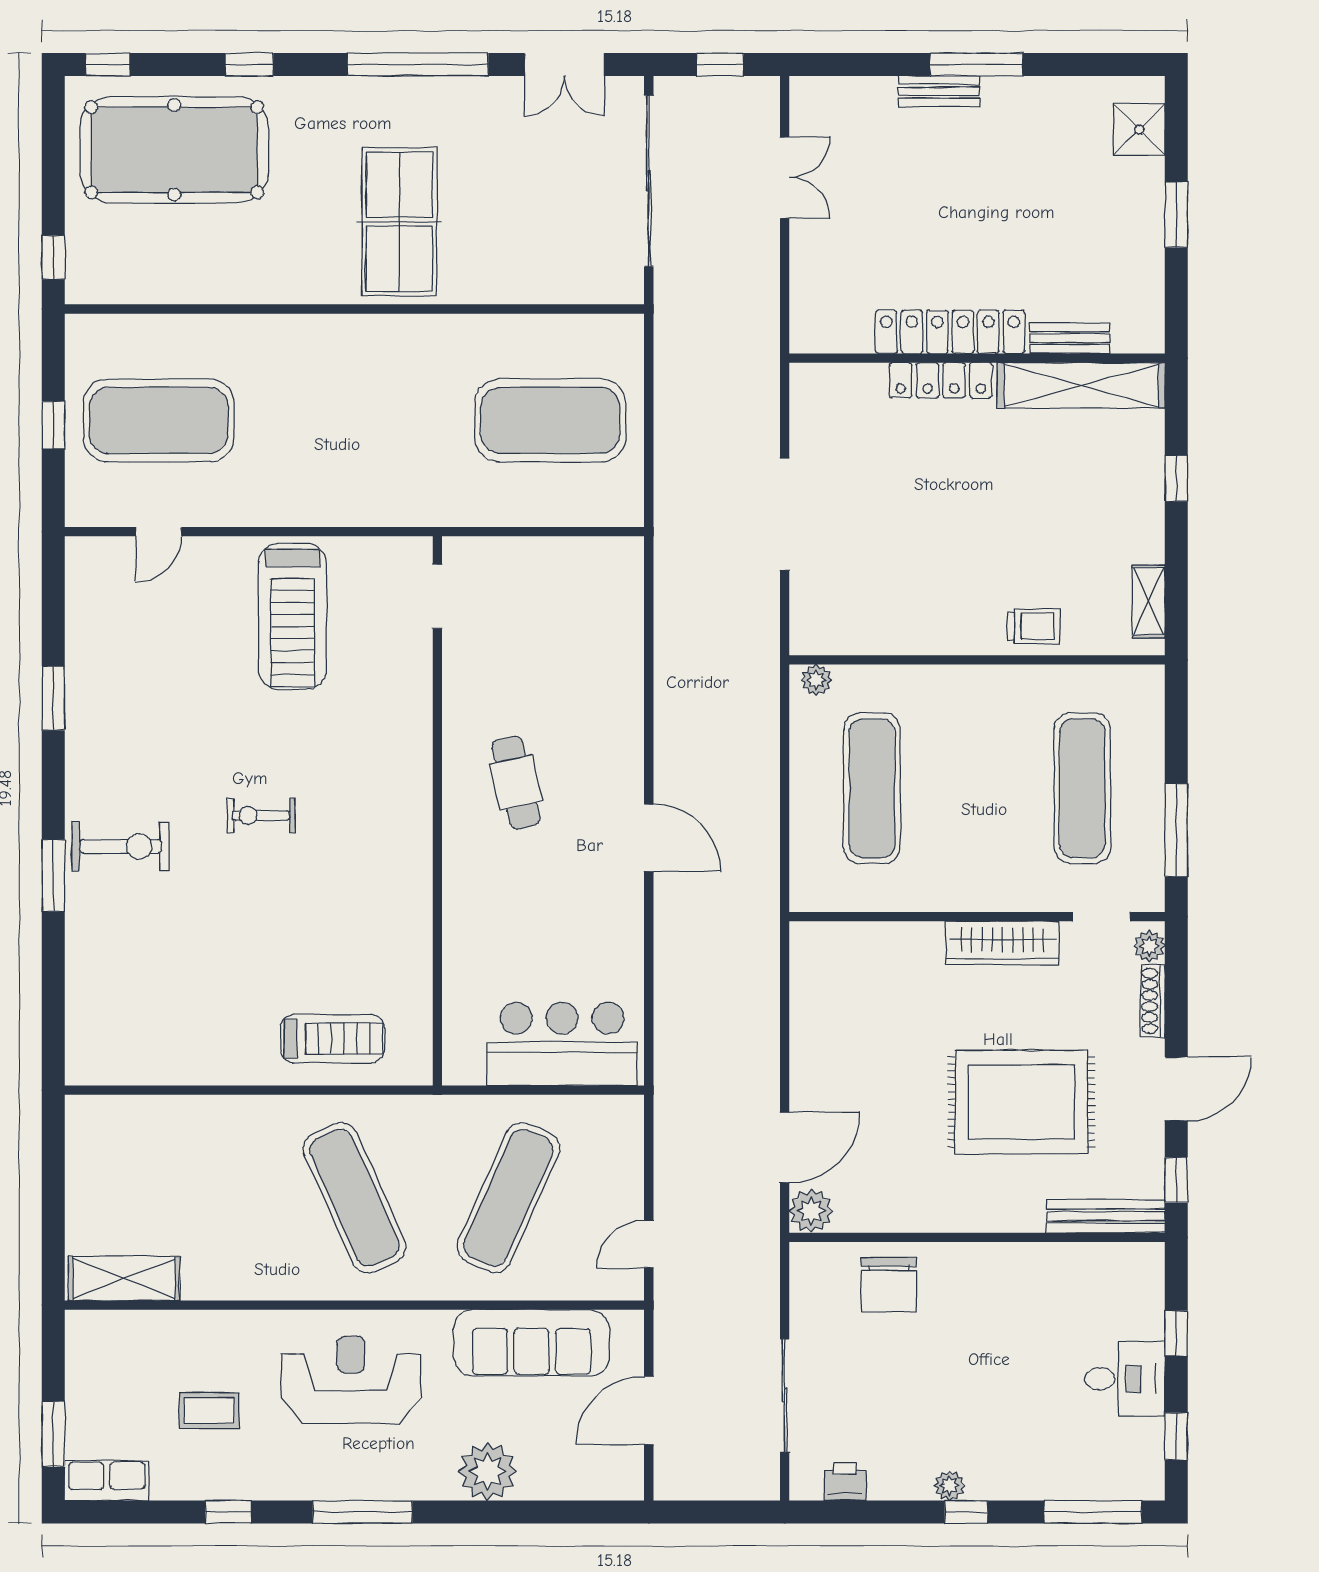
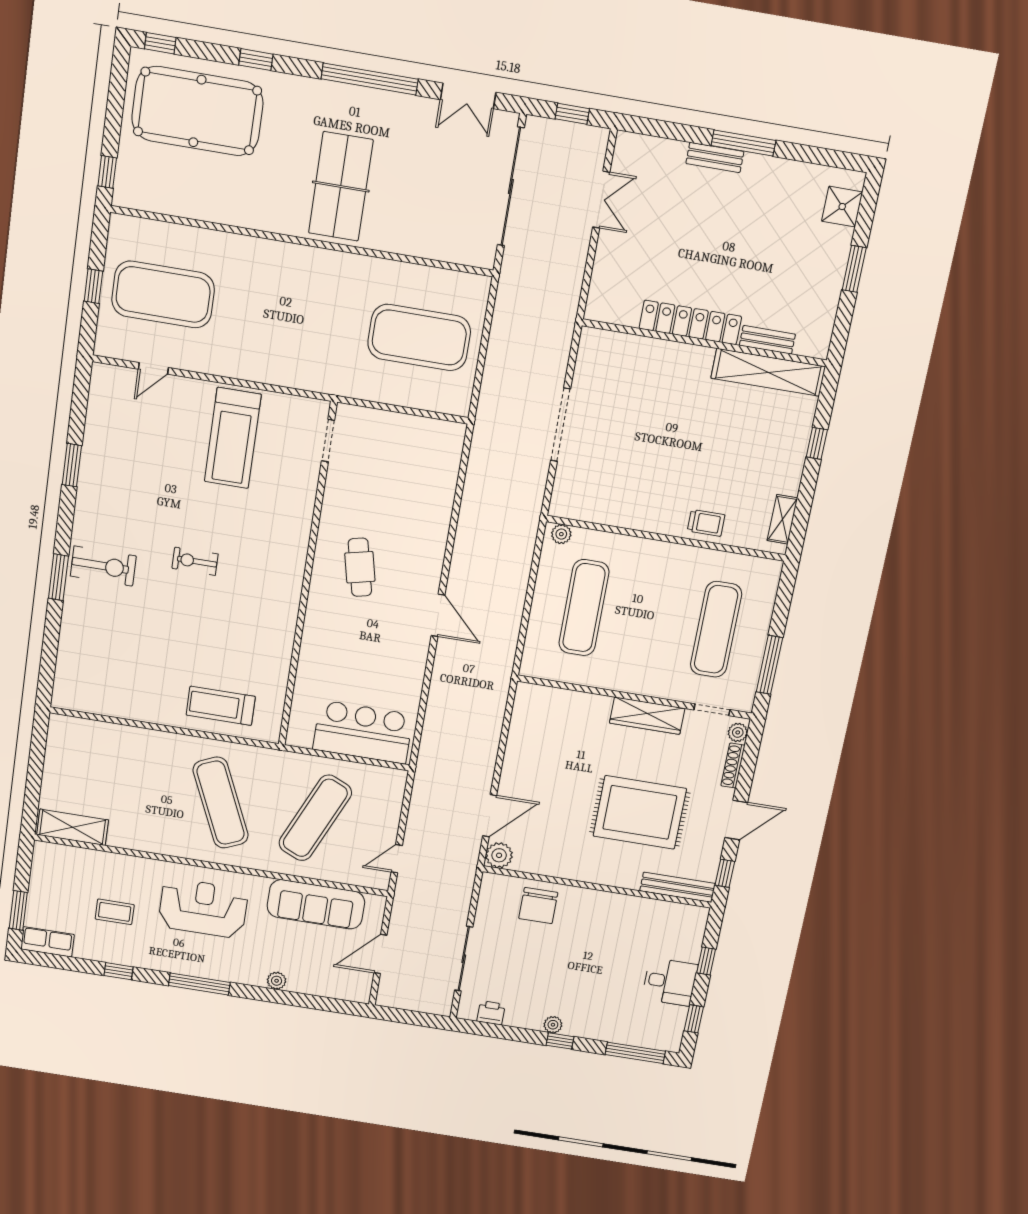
locker: (941, 380) -> (678, 354), removed
treadmill: (332, 1039) -> (221, 706), turned 180
plant: (487, 1471) -> (277, 981), width x0.53, depth x0.53

